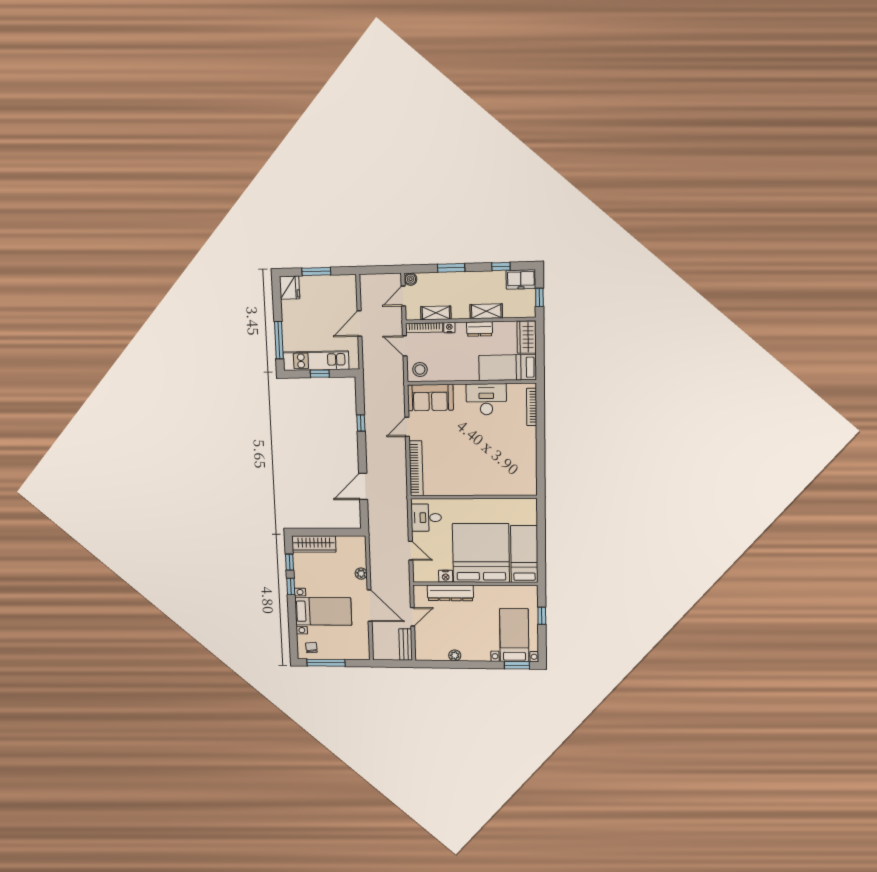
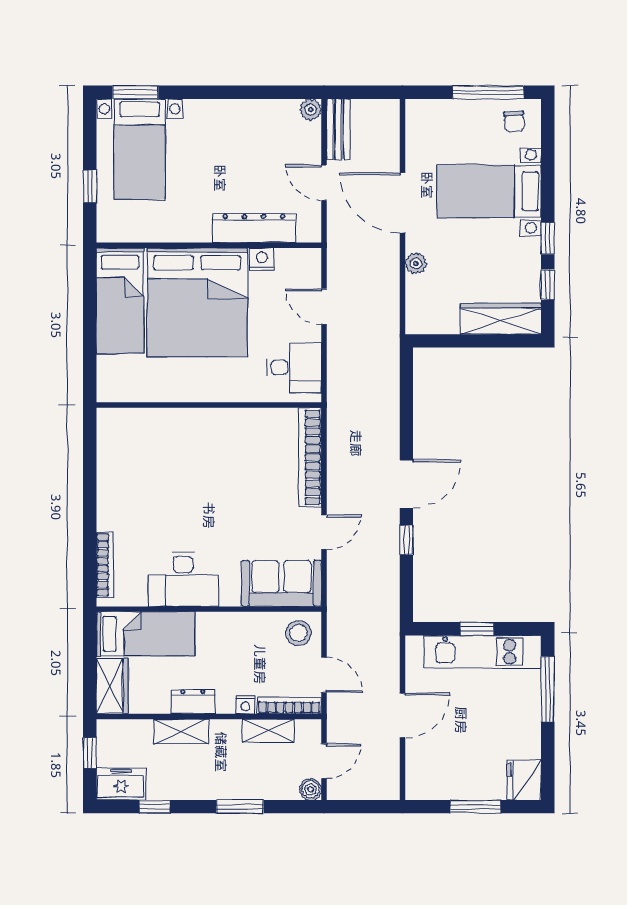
door: (363, 486) -> (406, 484), moved
door: (413, 617) -> (324, 183), hinge flipped
plant: (455, 655) -> (311, 110), moved

